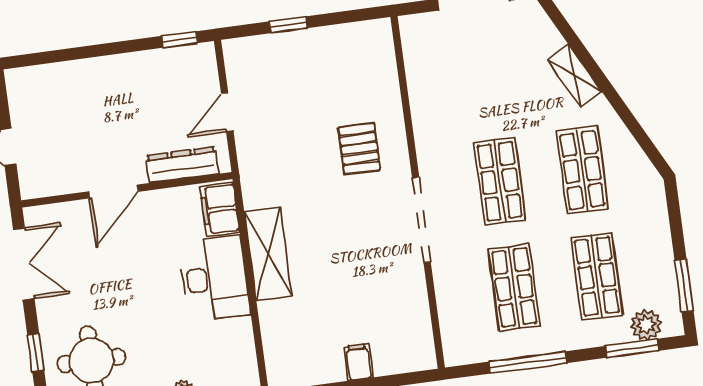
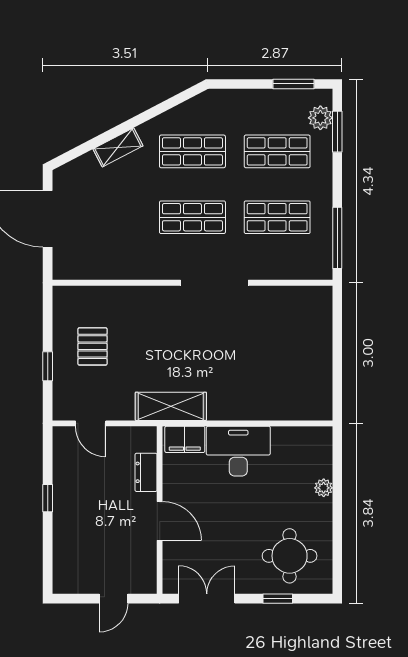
window: (179, 40) -> (48, 498), moved
door: (227, 112) -> (91, 423), moved
pallet: (359, 149) -> (92, 346), moved, turned 90
dresser: (182, 165) -> (146, 472), width x0.70
shelving: (268, 254) -> (171, 406), moved
filing cabinet: (358, 362) -> (319, 347), removed
window: (528, 362) -> (337, 238), moved

